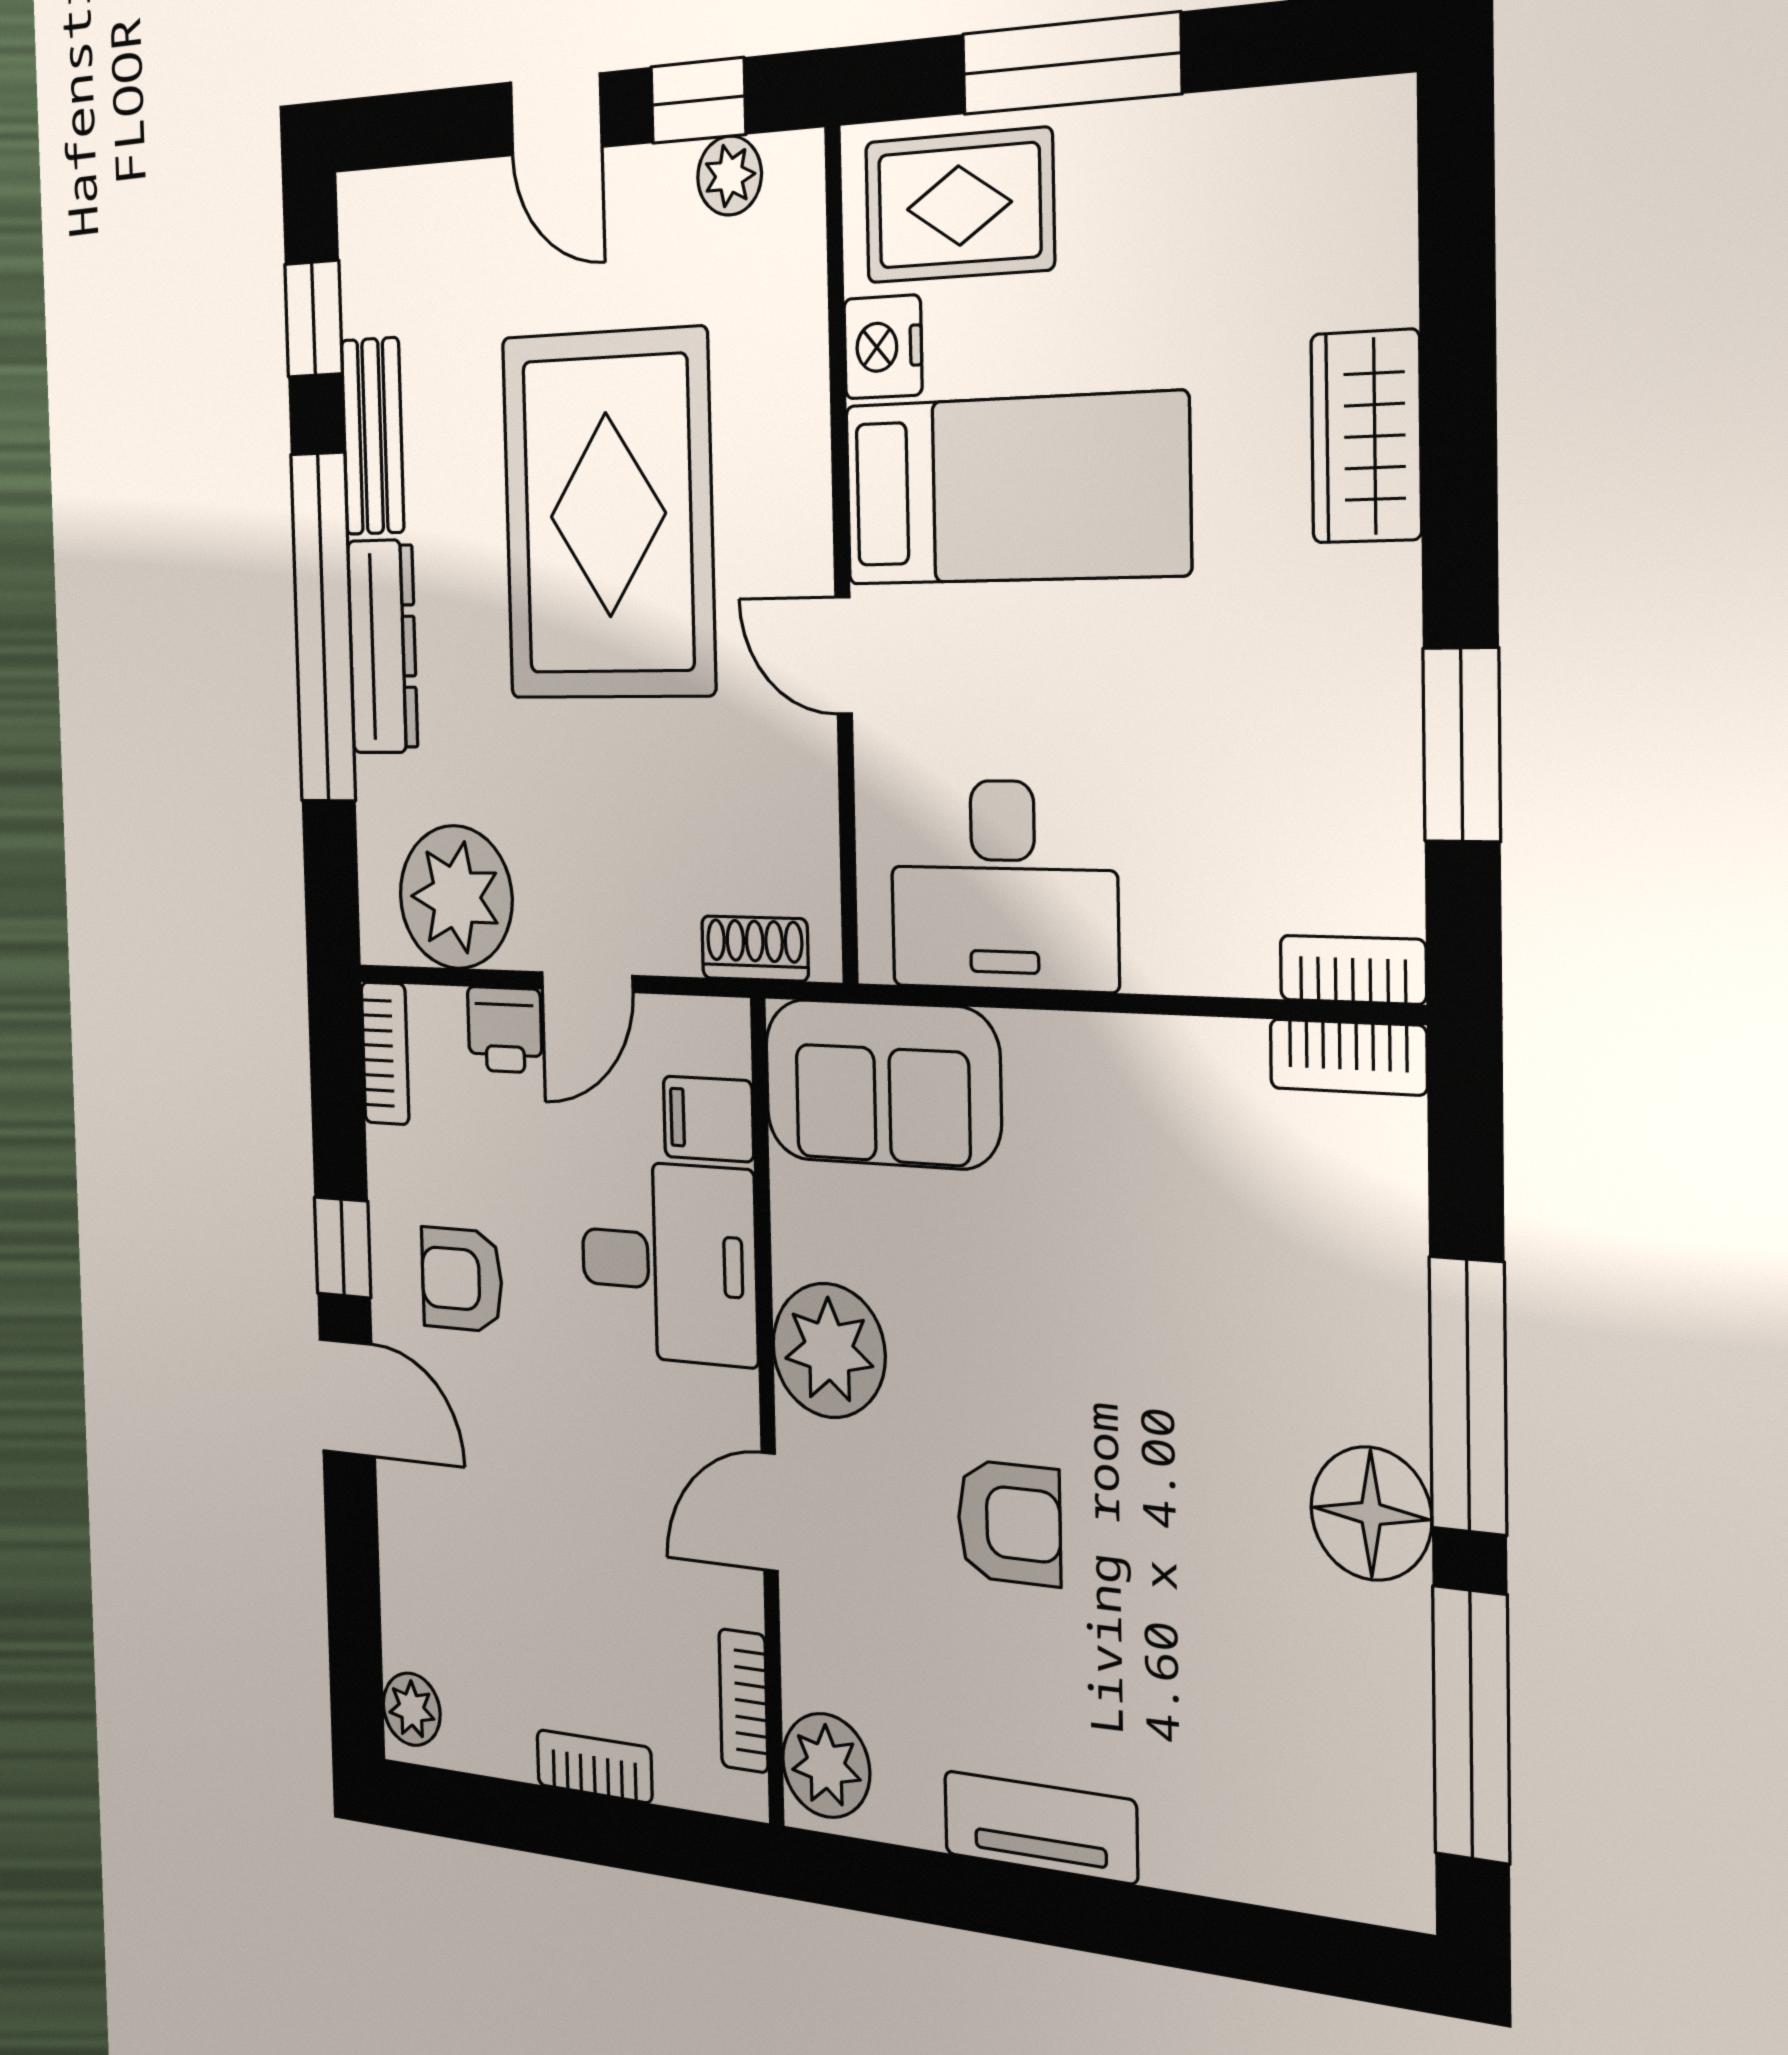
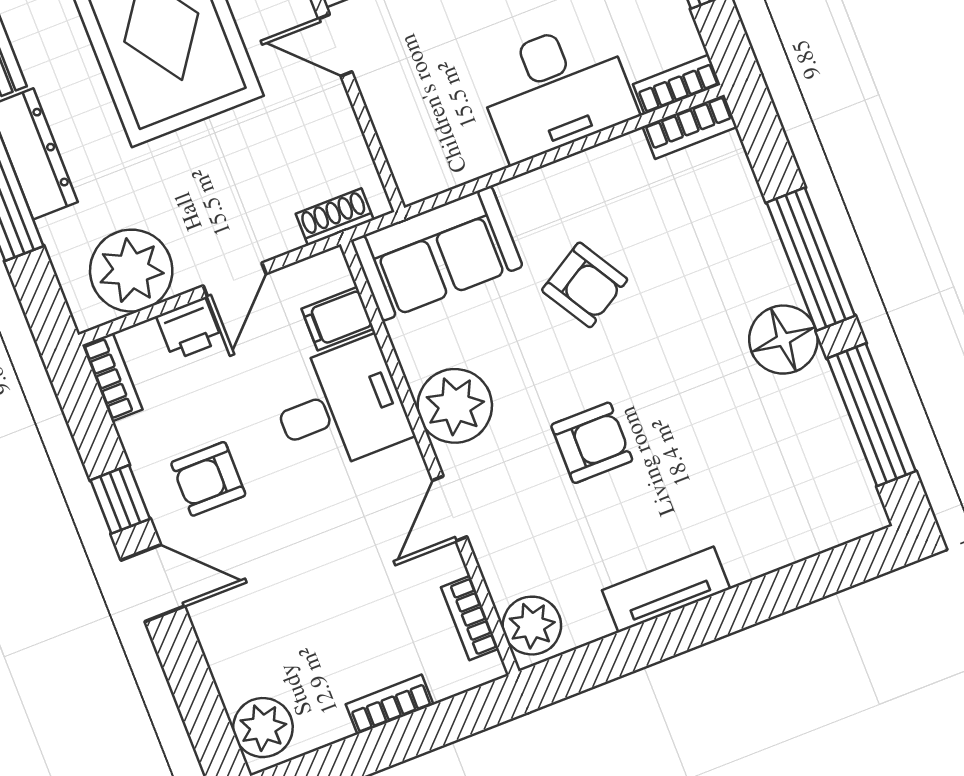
desk: (1003, 885) -> (556, 90), moved
armchair: (1086, 1252) -> (585, 285), added
plant: (412, 1709) -> (263, 728), width x1.38, depth x1.38

